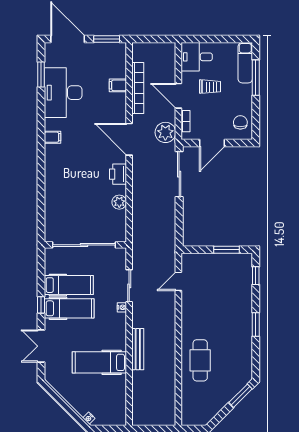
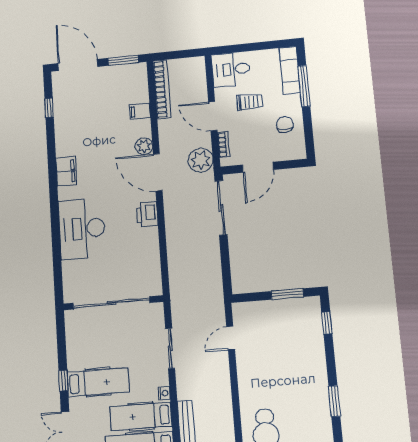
window: (41, 74) -> (49, 108), width x0.67
bookcase: (138, 88) -> (162, 89), moved
desk: (63, 93) -> (82, 229), moved
chair: (240, 122) -> (285, 124), moved
filing cabinet: (53, 137) -> (66, 171), width x2.00
plant: (119, 202) -> (144, 146), moved
hospital bed: (69, 285) -> (141, 416), moved, turned 180
nightstand: (122, 307) -> (164, 393), moved
window: (256, 325) -> (334, 401), moved

